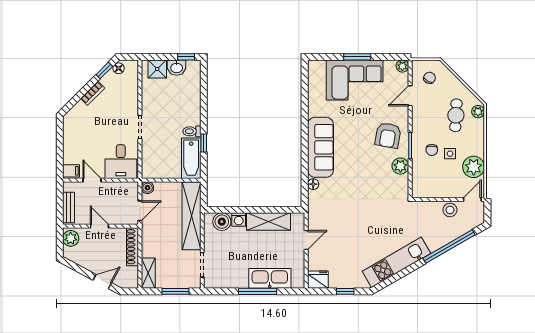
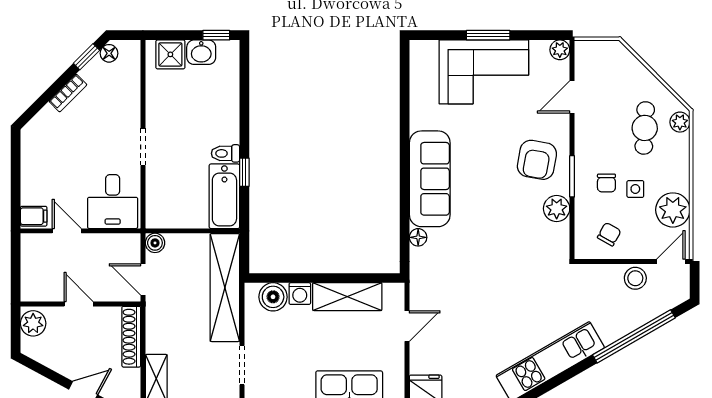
chair: (429, 78) -> (609, 234), moved
bench: (69, 207) -> (30, 274), removed
door: (140, 211) -> (143, 279), swing flipped

